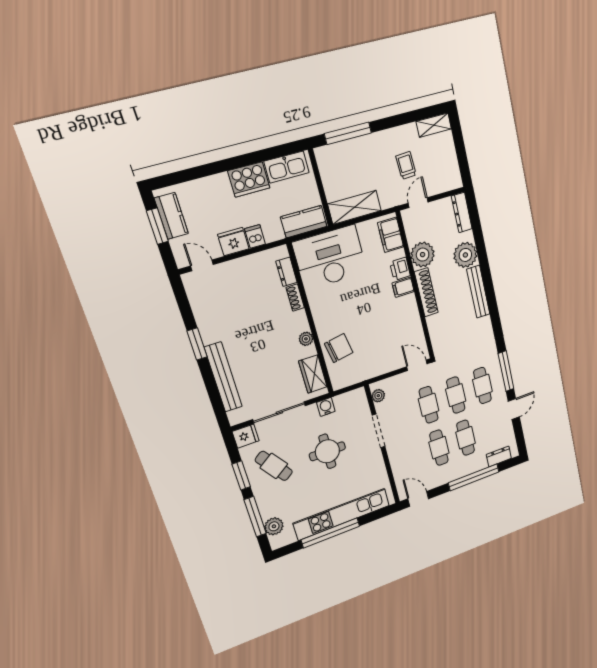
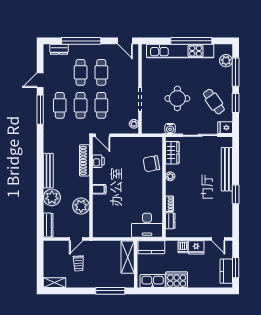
shelving: (355, 207) -> (128, 257), moved, turned 90
filing cabinet: (391, 235) -> (99, 224), removed
desk: (330, 257) -> (147, 225), width x0.73, depth x0.77
printer: (400, 269) -> (98, 161), moved
shoe rack: (426, 292) -> (84, 160), moved

